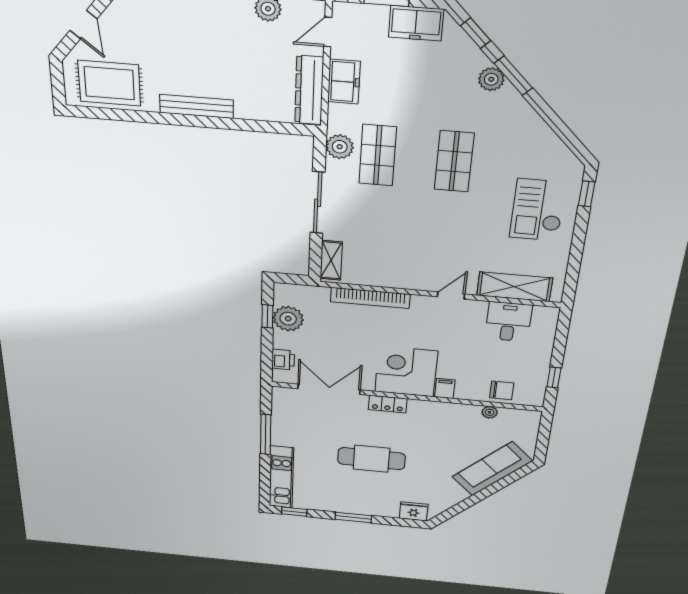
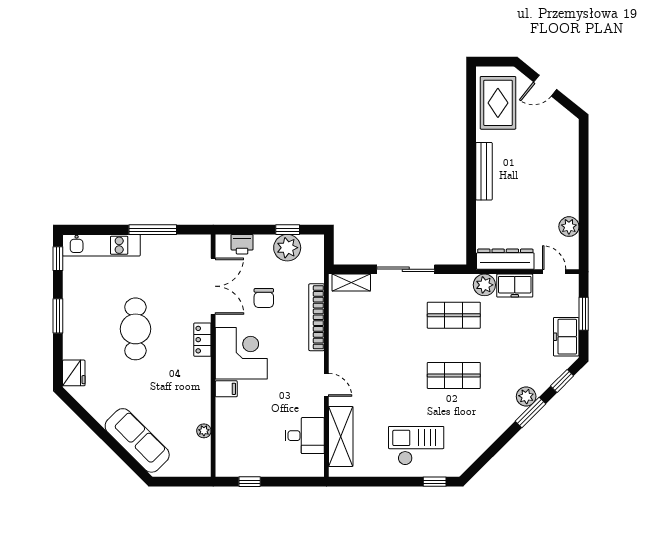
plant: (340, 147) -> (484, 285), moved
chair: (502, 390) -> (264, 298), moved

